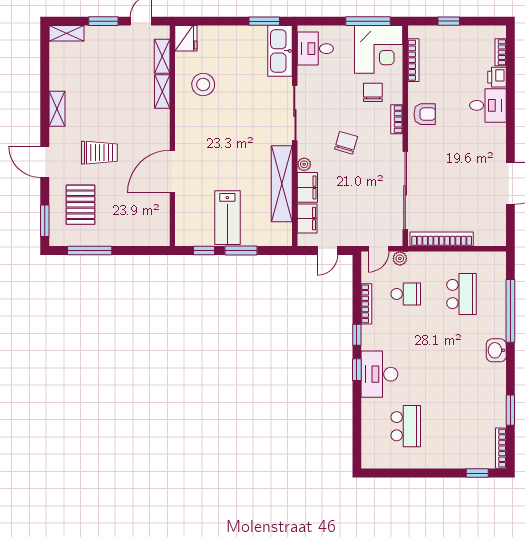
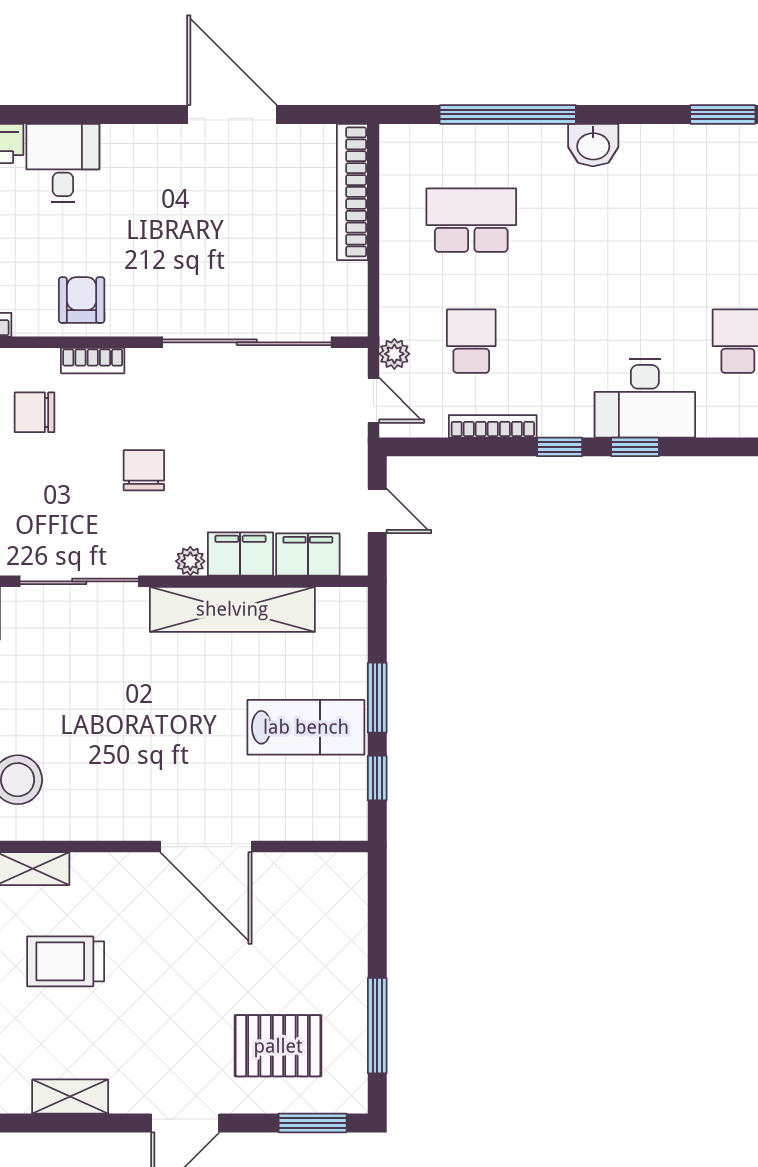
chair: (346, 143) -> (144, 470), turned 74
trolley: (99, 153) -> (66, 961), moved, turned -90
bookcase: (442, 239) -> (352, 192), moved

